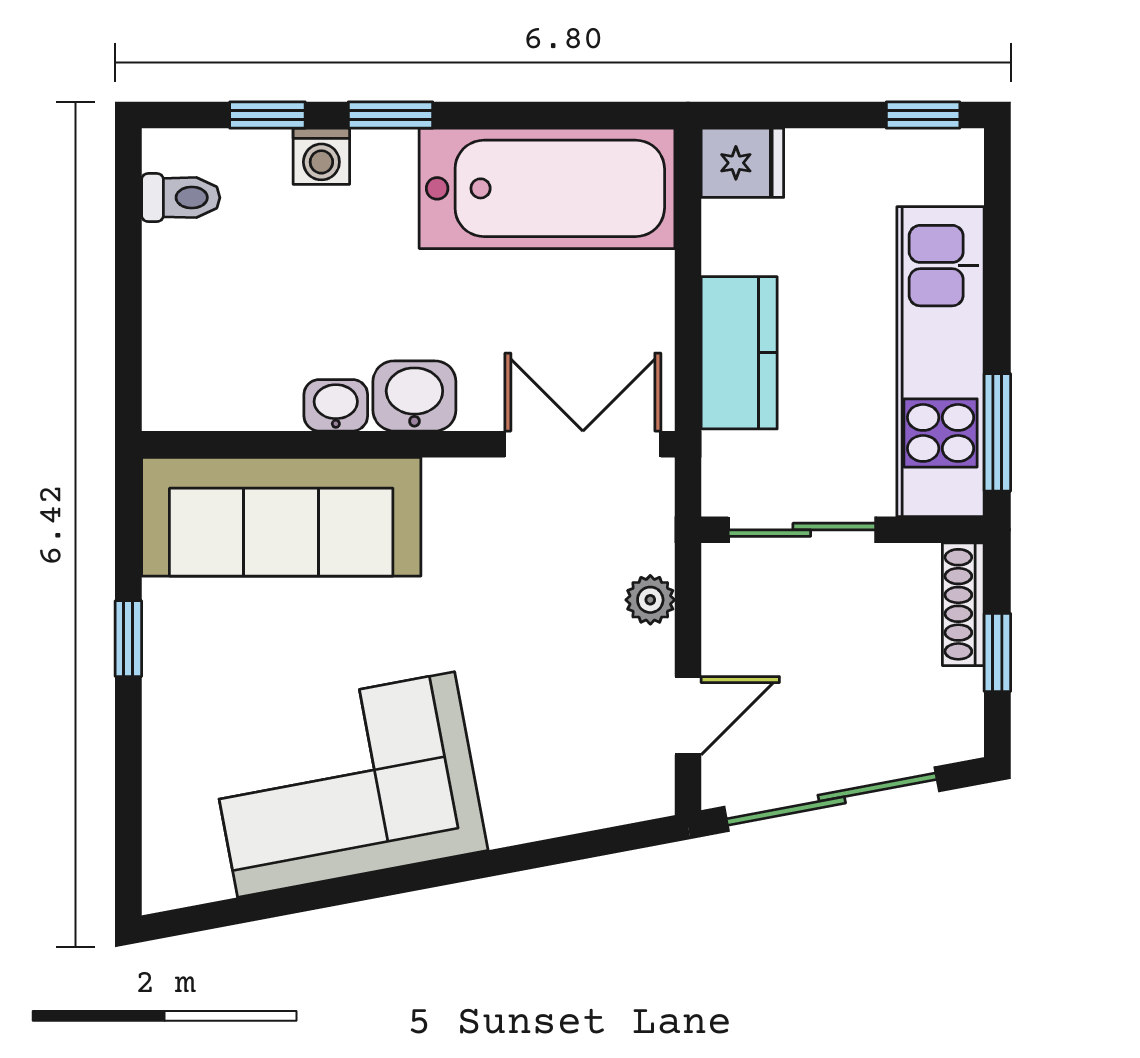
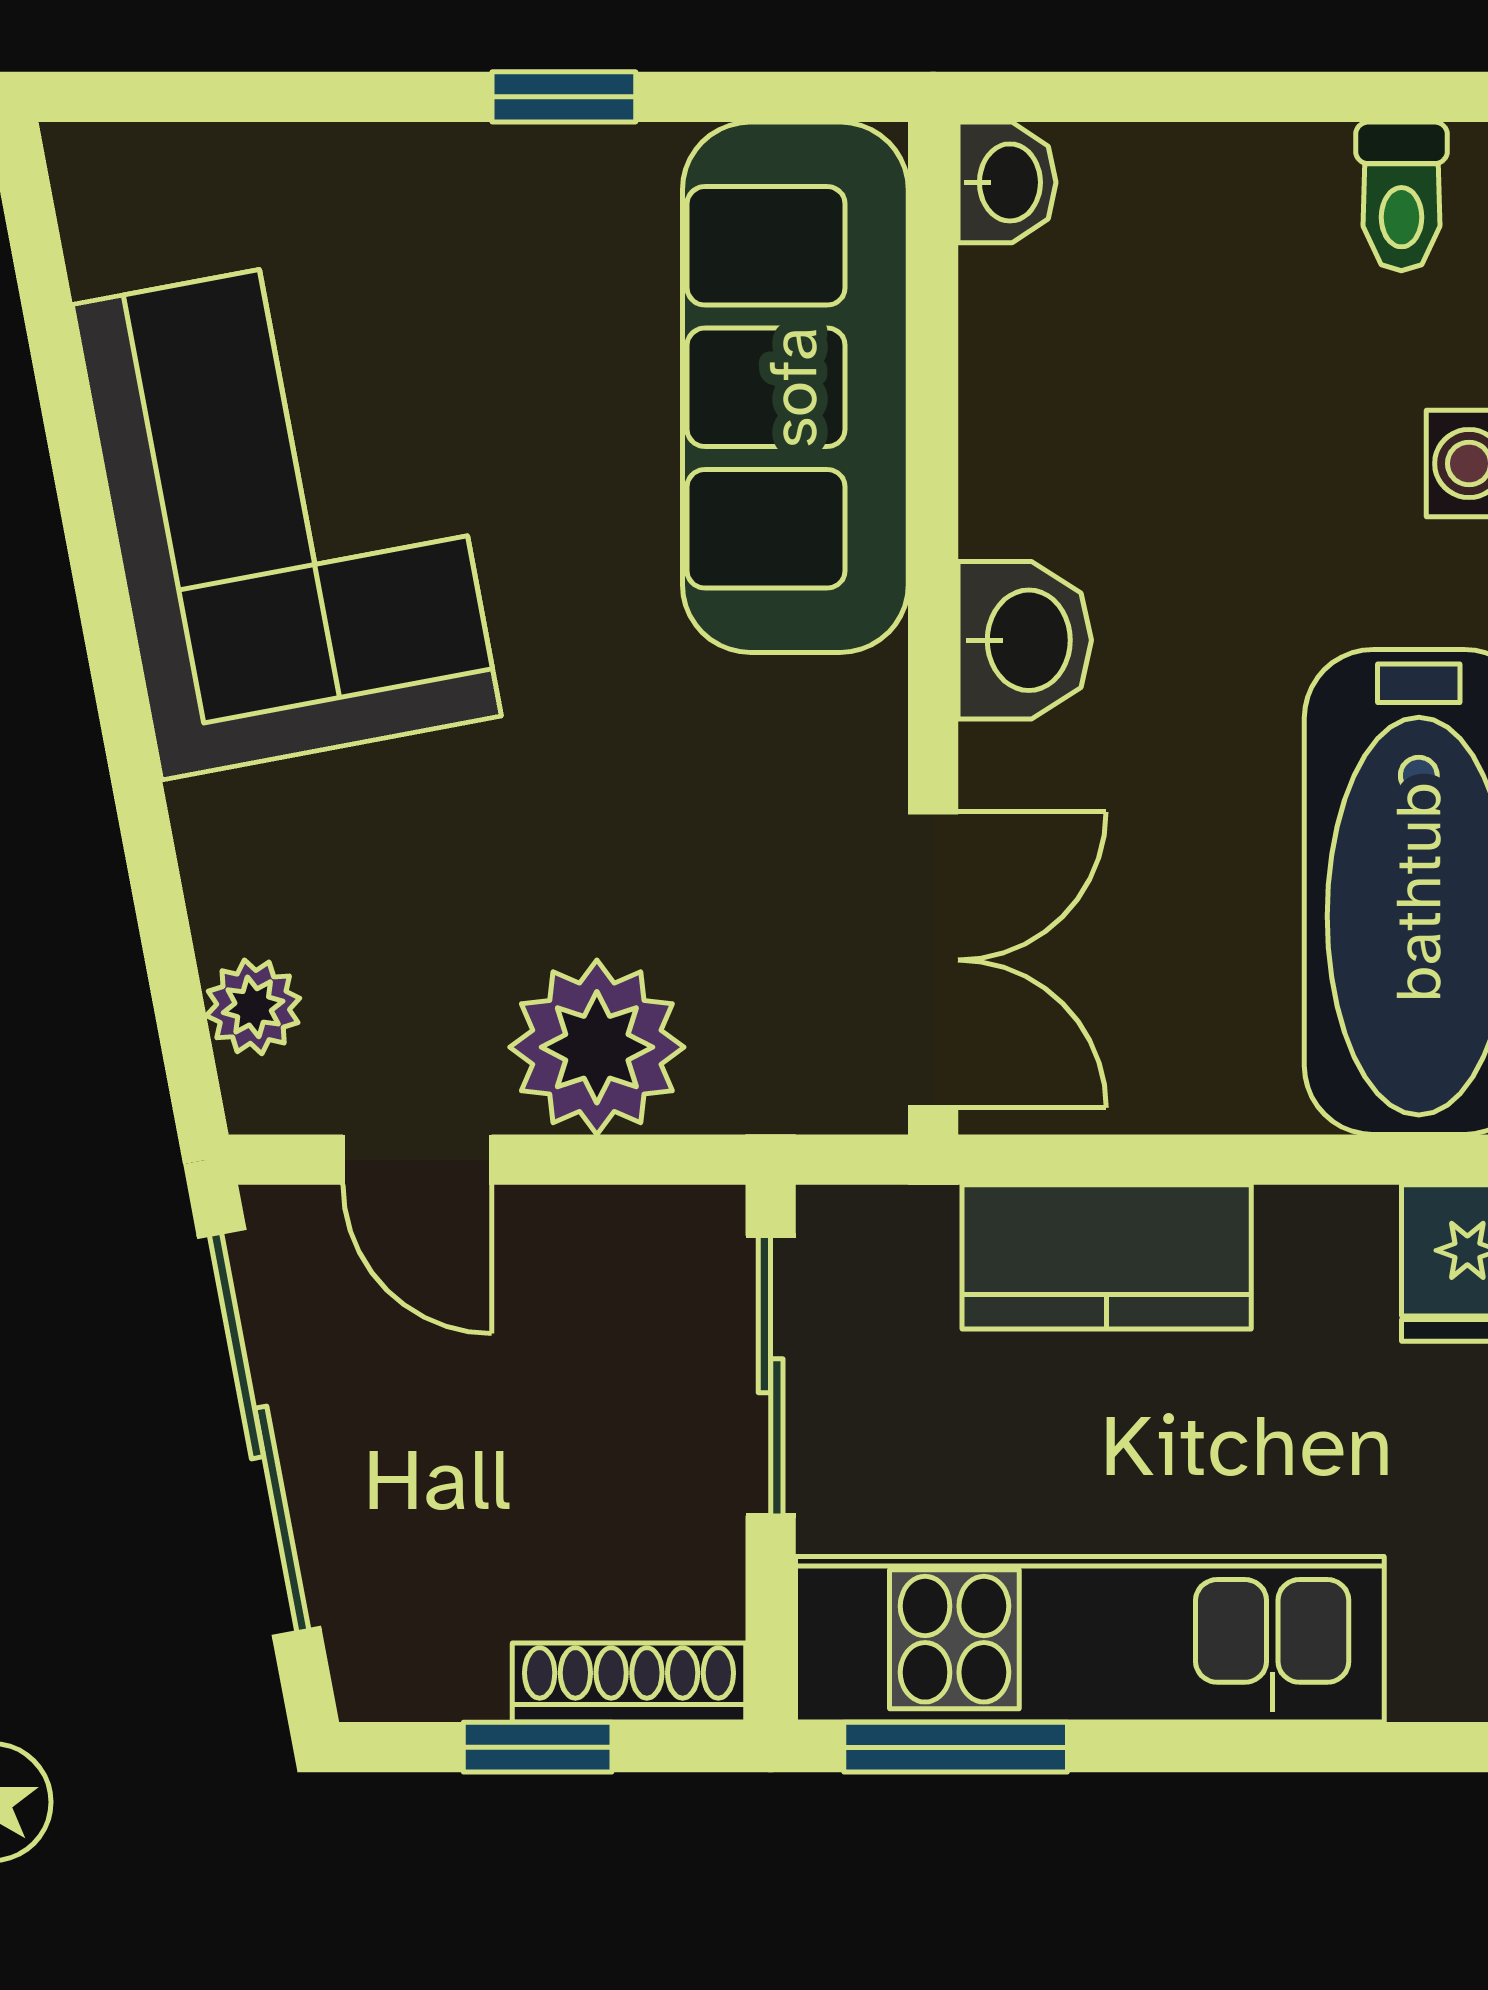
washbasin: (336, 405) -> (1007, 182), moved
plant: (650, 600) -> (597, 1047), width x1.88, depth x1.88
plant: (608, 802) -> (253, 1007), added

